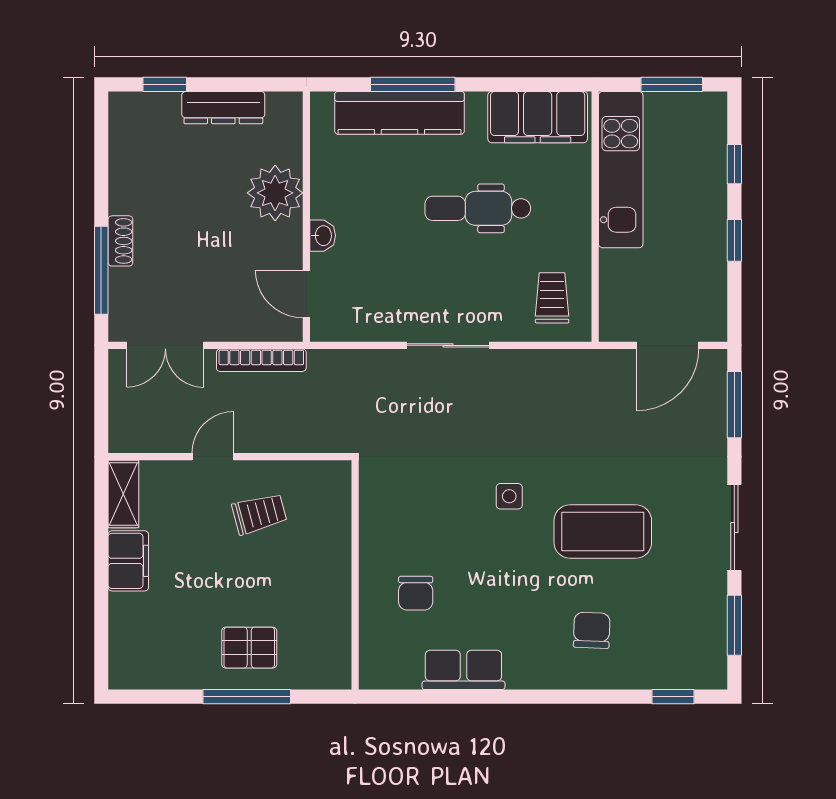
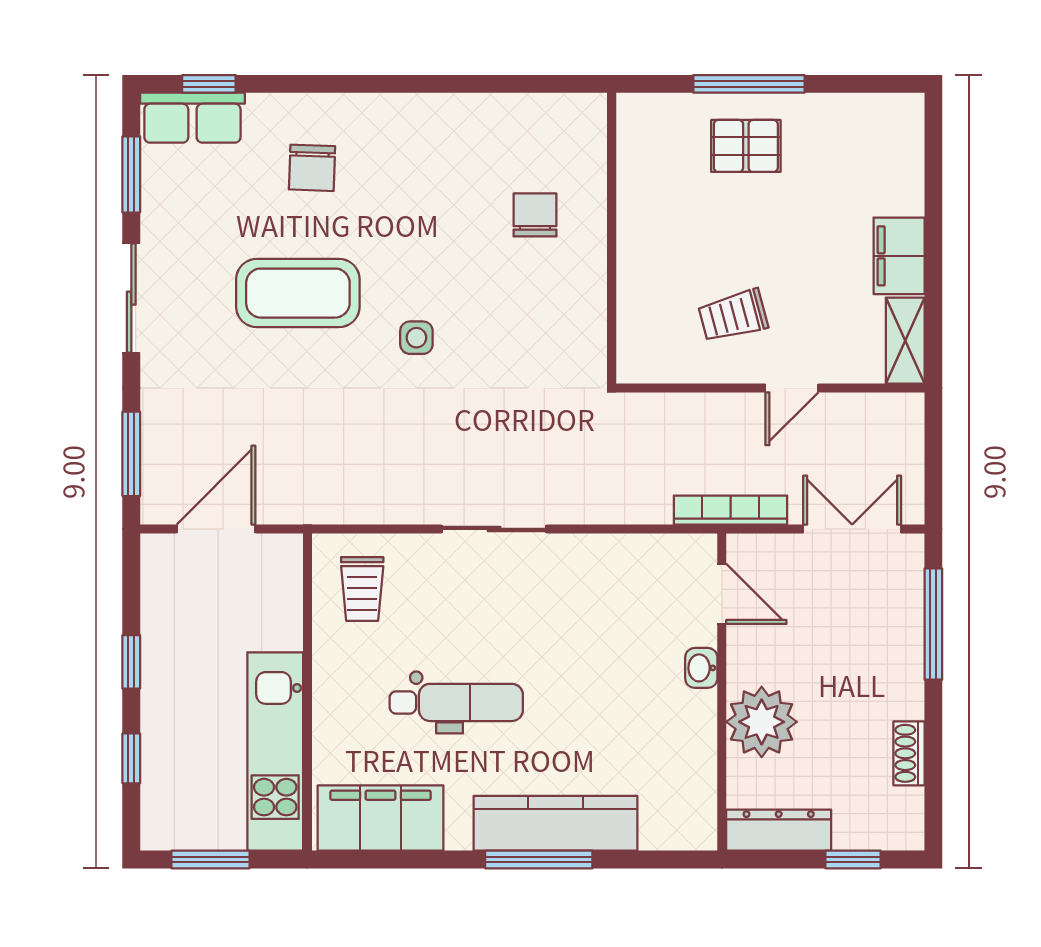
plant: (275, 193) -> (762, 722), moved
wall: (306, 217) -> (722, 692), moved
washbasin: (323, 236) -> (701, 668), moved
shoe rack: (120, 241) -> (909, 753), moved
door: (306, 294) -> (722, 594), moved
row of seats: (463, 670) -> (192, 118), moved

